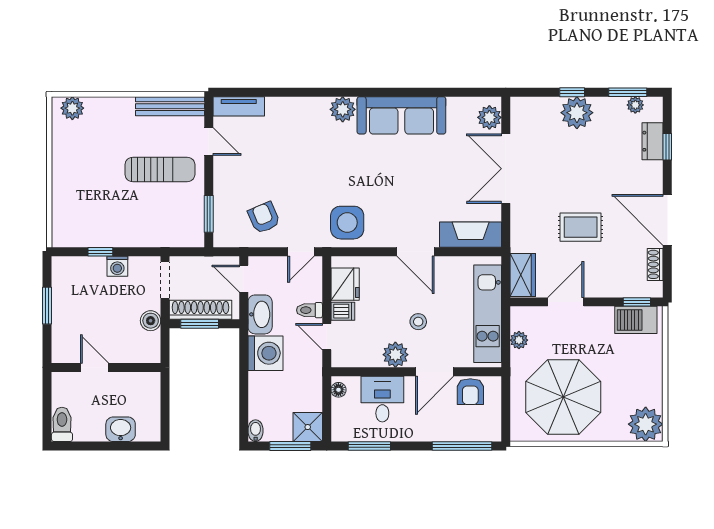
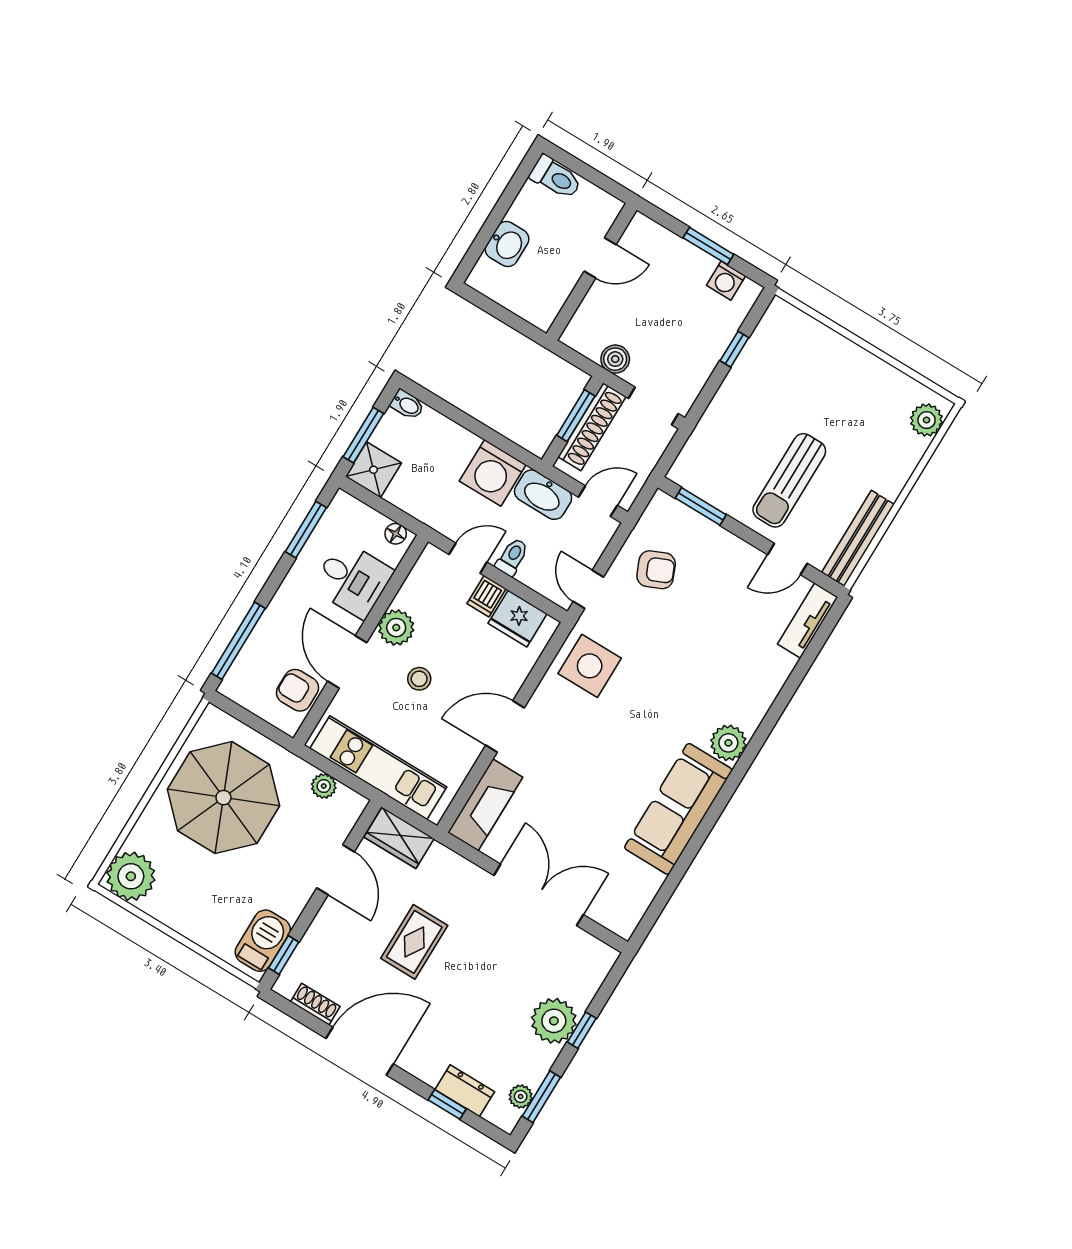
plant: (489, 117) -> (612, 913), removed
washing machine: (117, 266) -> (726, 281), moved, turned -90

